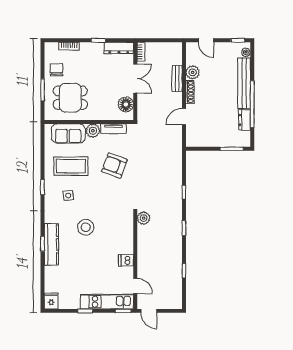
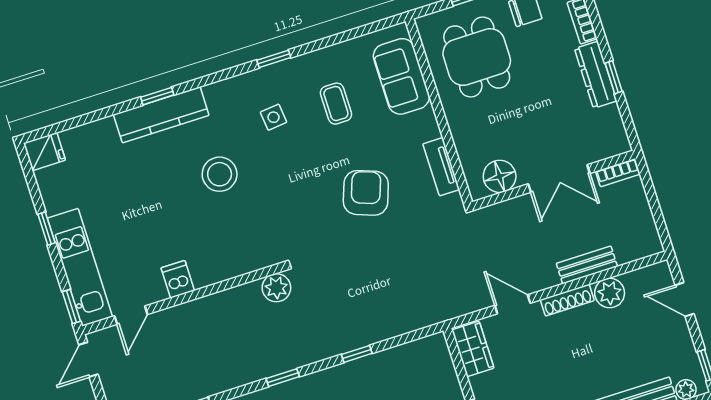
door: (206, 40) -> (685, 299), hinge flipped
dresser: (119, 48) -> (596, 75), moved
plant: (93, 131) -> (423, 126), removed
wardrobe: (198, 140) -> (473, 349), added
coffee table: (71, 166) -> (336, 104), width x0.54, depth x0.58

